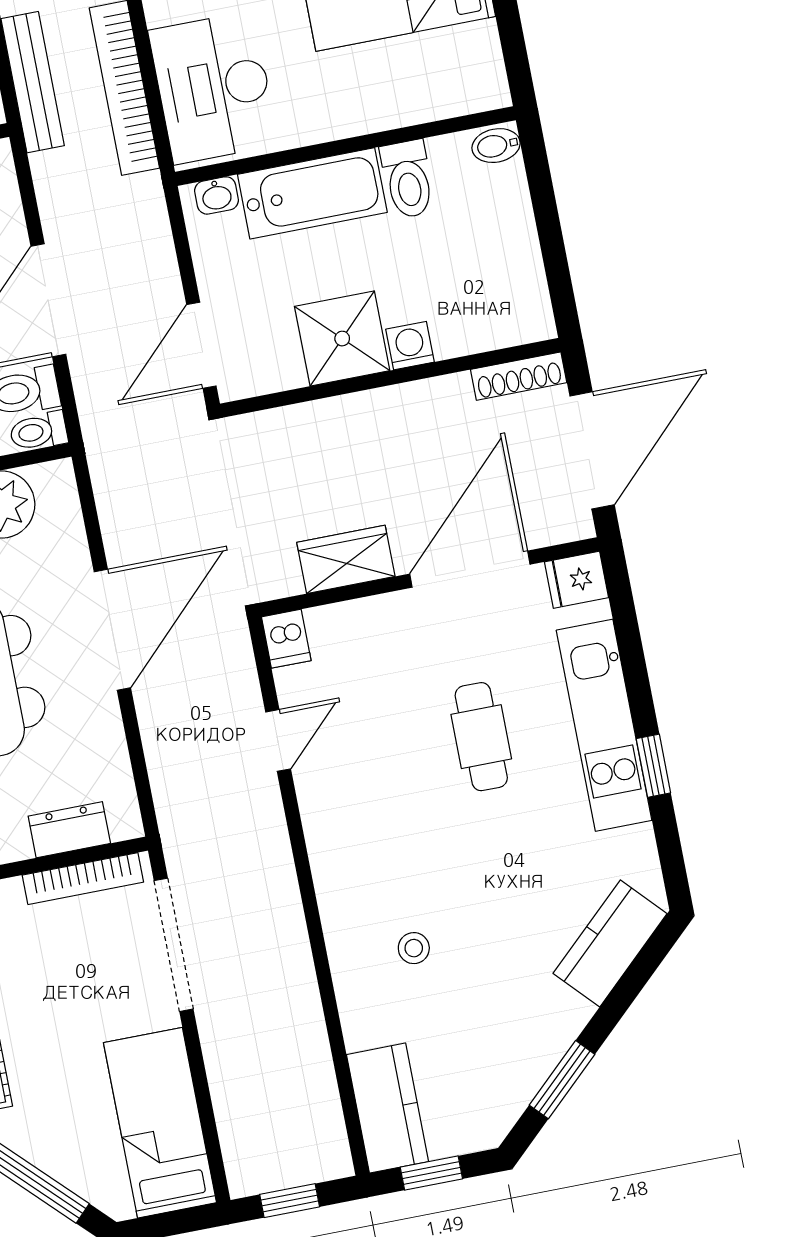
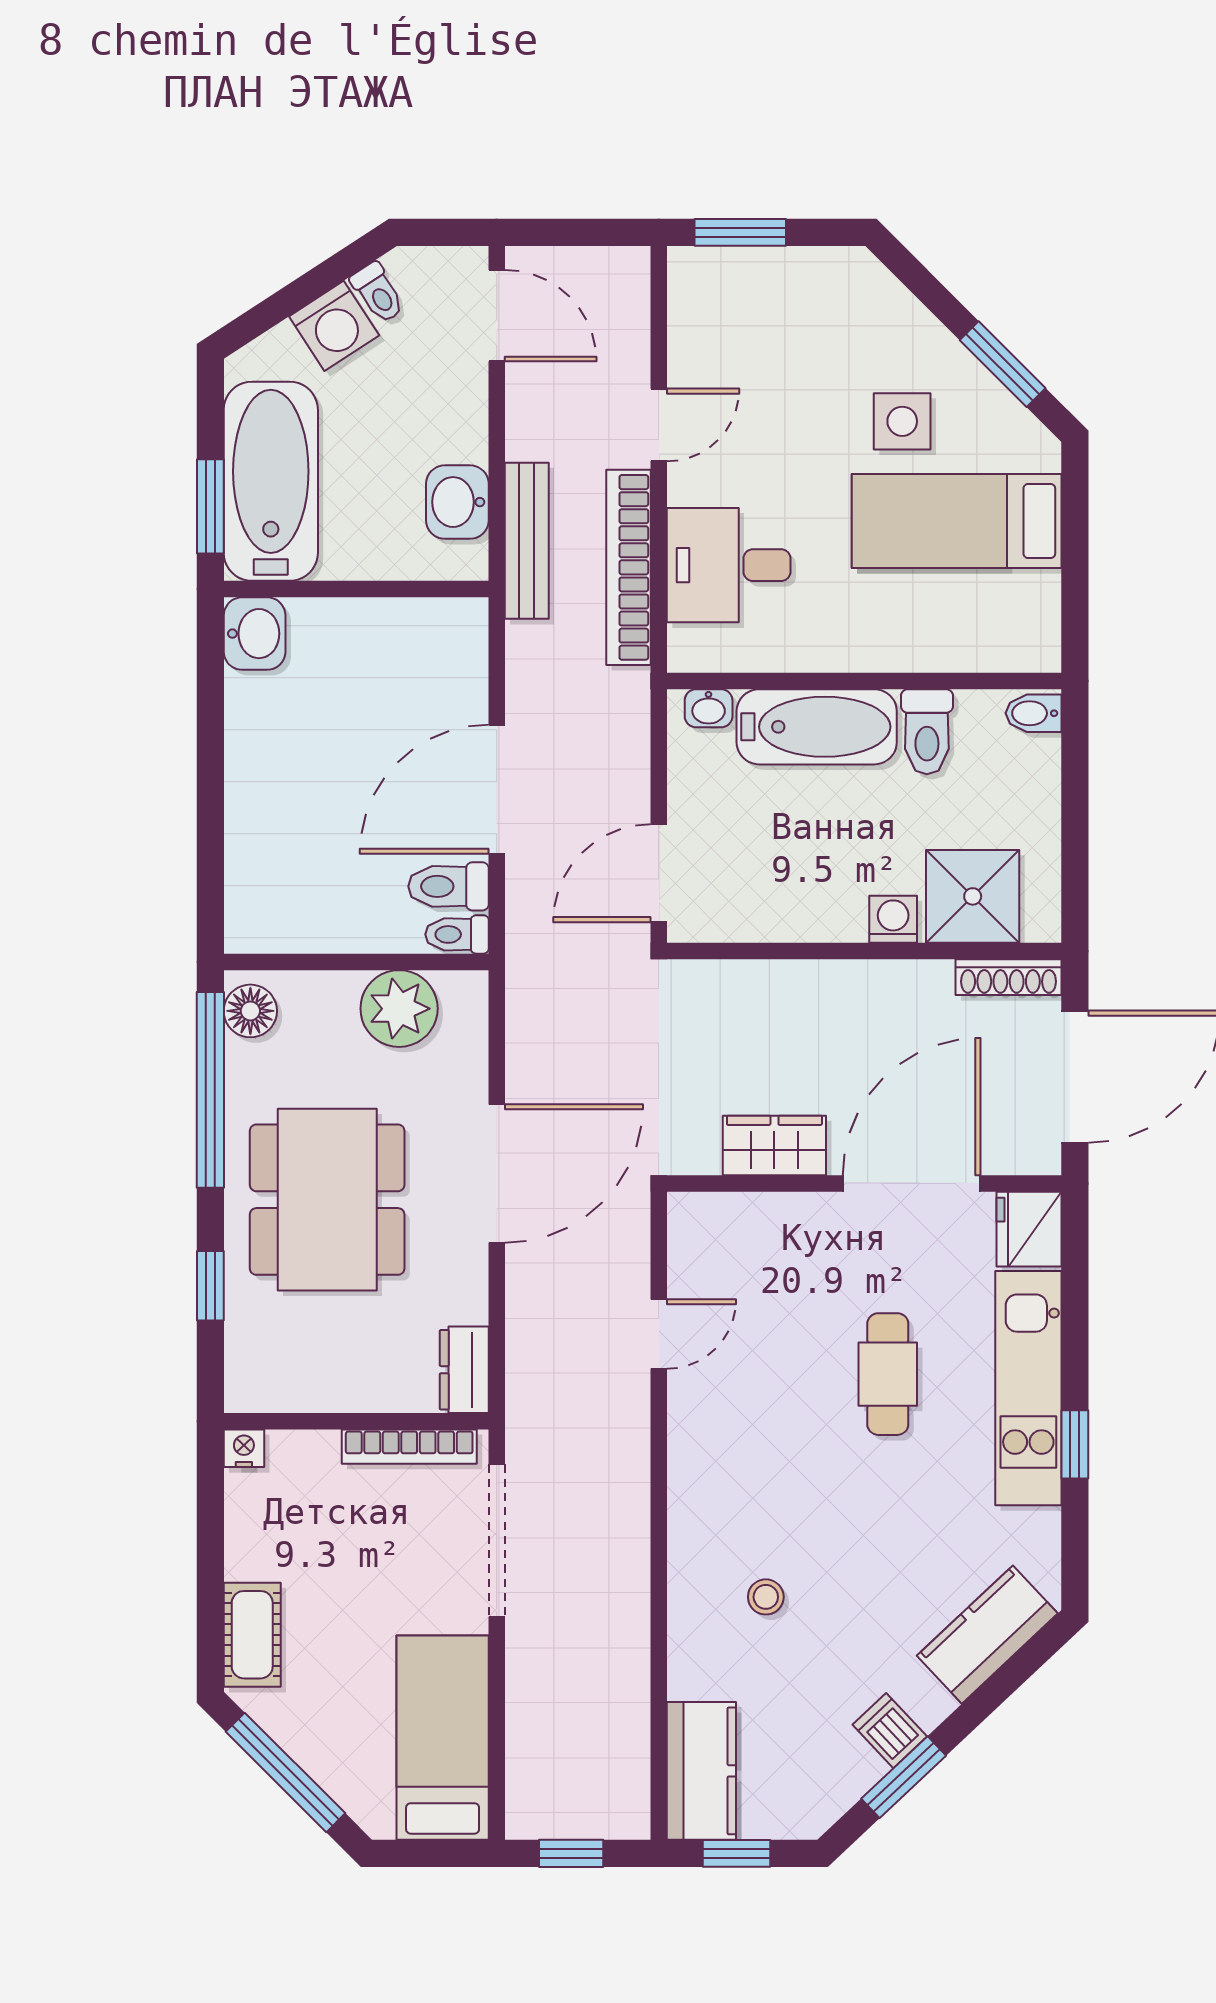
desk: (213, 88) -> (729, 565), width x0.73
shower: (342, 339) -> (973, 896), moved
fridge: (576, 580) -> (1029, 1229), width x1.38
dishwasher: (286, 639) -> (890, 1731), moved, turned 137
dresser: (69, 830) -> (464, 1370), moved, turned -90

